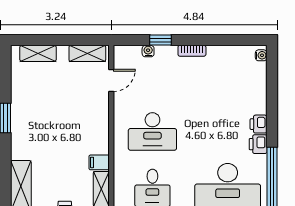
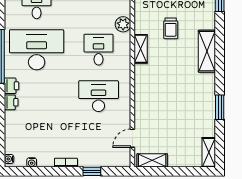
water cooler: (148, 51) -> (32, 162), moved
shelving: (38, 53) -> (209, 152), moved, turned 90
filing cabinet: (99, 162) -> (142, 71), removed

